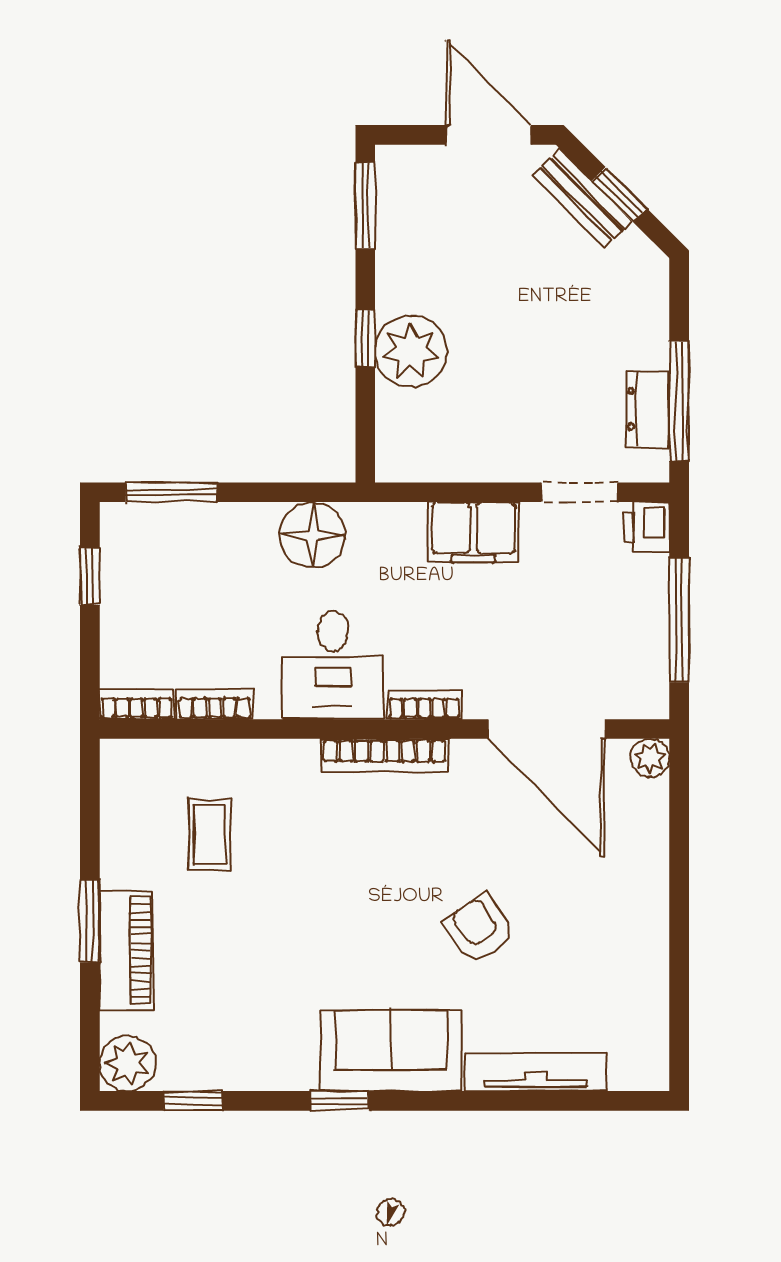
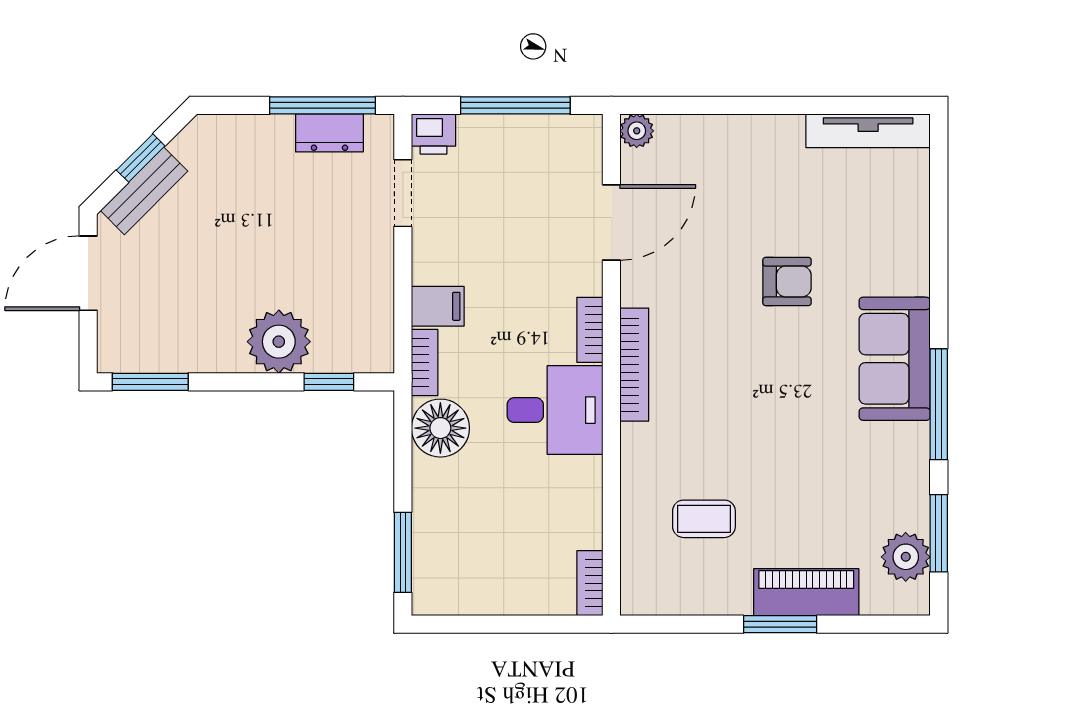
window: (365, 338) -> (329, 382), moved
filing cabinet: (473, 532) -> (438, 306), width x0.50
window: (90, 576) -> (477, 624), removed
bookcase: (215, 704) -> (425, 363), moved, turned 180
door: (546, 729) -> (611, 222), width x0.73
armchair: (479, 929) -> (787, 281), turned -146
plant: (127, 1063) -> (906, 557), moved
tv unit: (536, 1072) -> (868, 131), moved, turned -90
window: (193, 1101) -> (939, 533), width x1.50
window: (340, 1101) -> (939, 404), width x2.17

